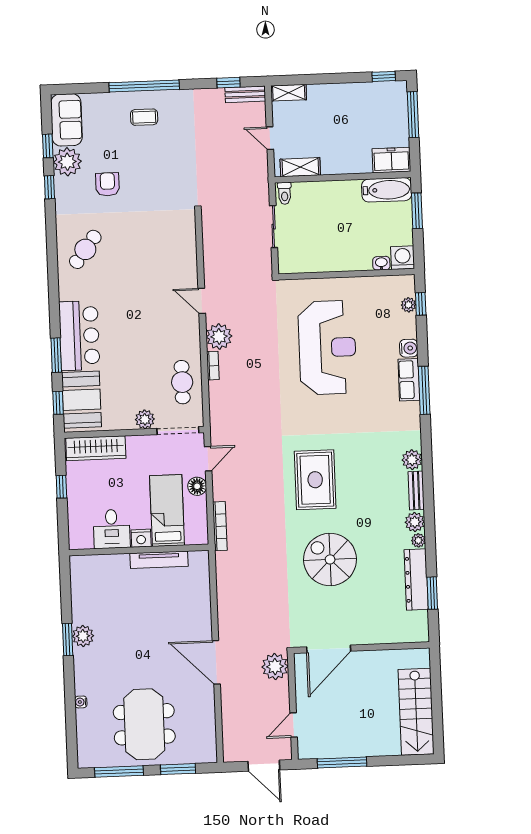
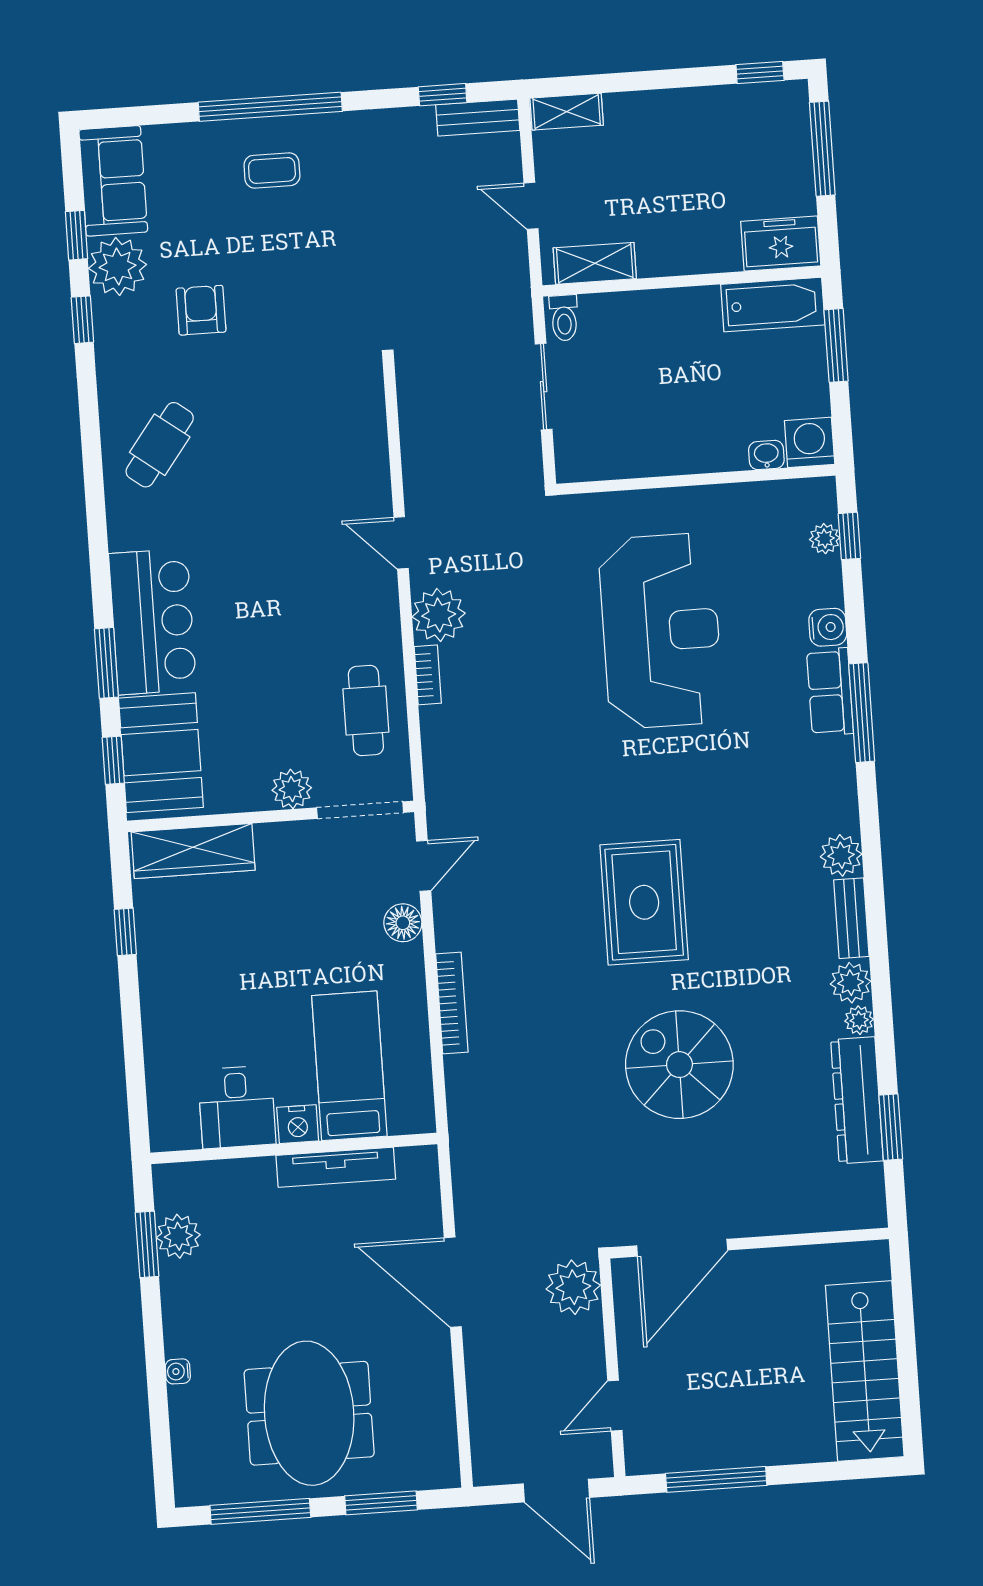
bed: (167, 510) -> (349, 1066), moved
desk: (112, 529) -> (237, 1107), moved
nightstand: (141, 538) -> (298, 1124), moved
wall: (139, 550) -> (294, 1148), moved
tv unit: (159, 560) -> (336, 1167), moved

